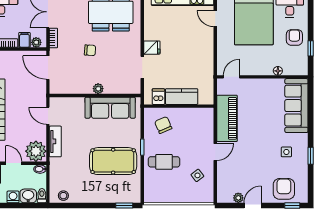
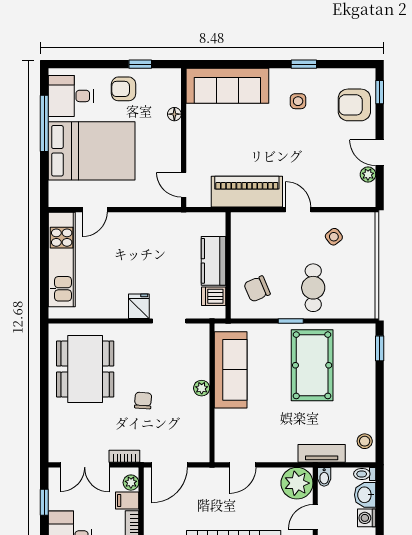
tv unit: (55, 141) -> (322, 453), moved

